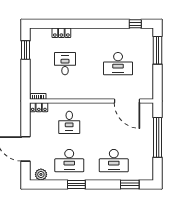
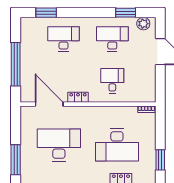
desk: (65, 64) -> (117, 145), width x1.87, depth x1.30
desk: (118, 64) -> (59, 145), width x1.36, depth x1.30
locker: (39, 107) -> (78, 97), moved
window: (76, 184) -> (126, 13), moved

